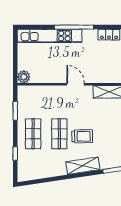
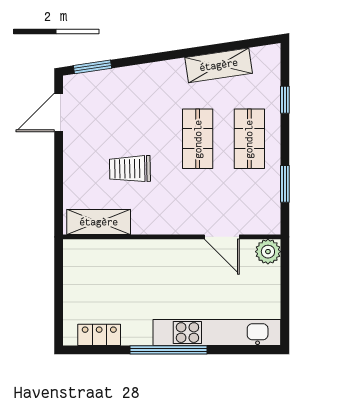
door: (76, 84) -> (222, 237), moved
trolley: (82, 136) -> (130, 169), moved
shelving: (83, 166) -> (219, 65), moved

